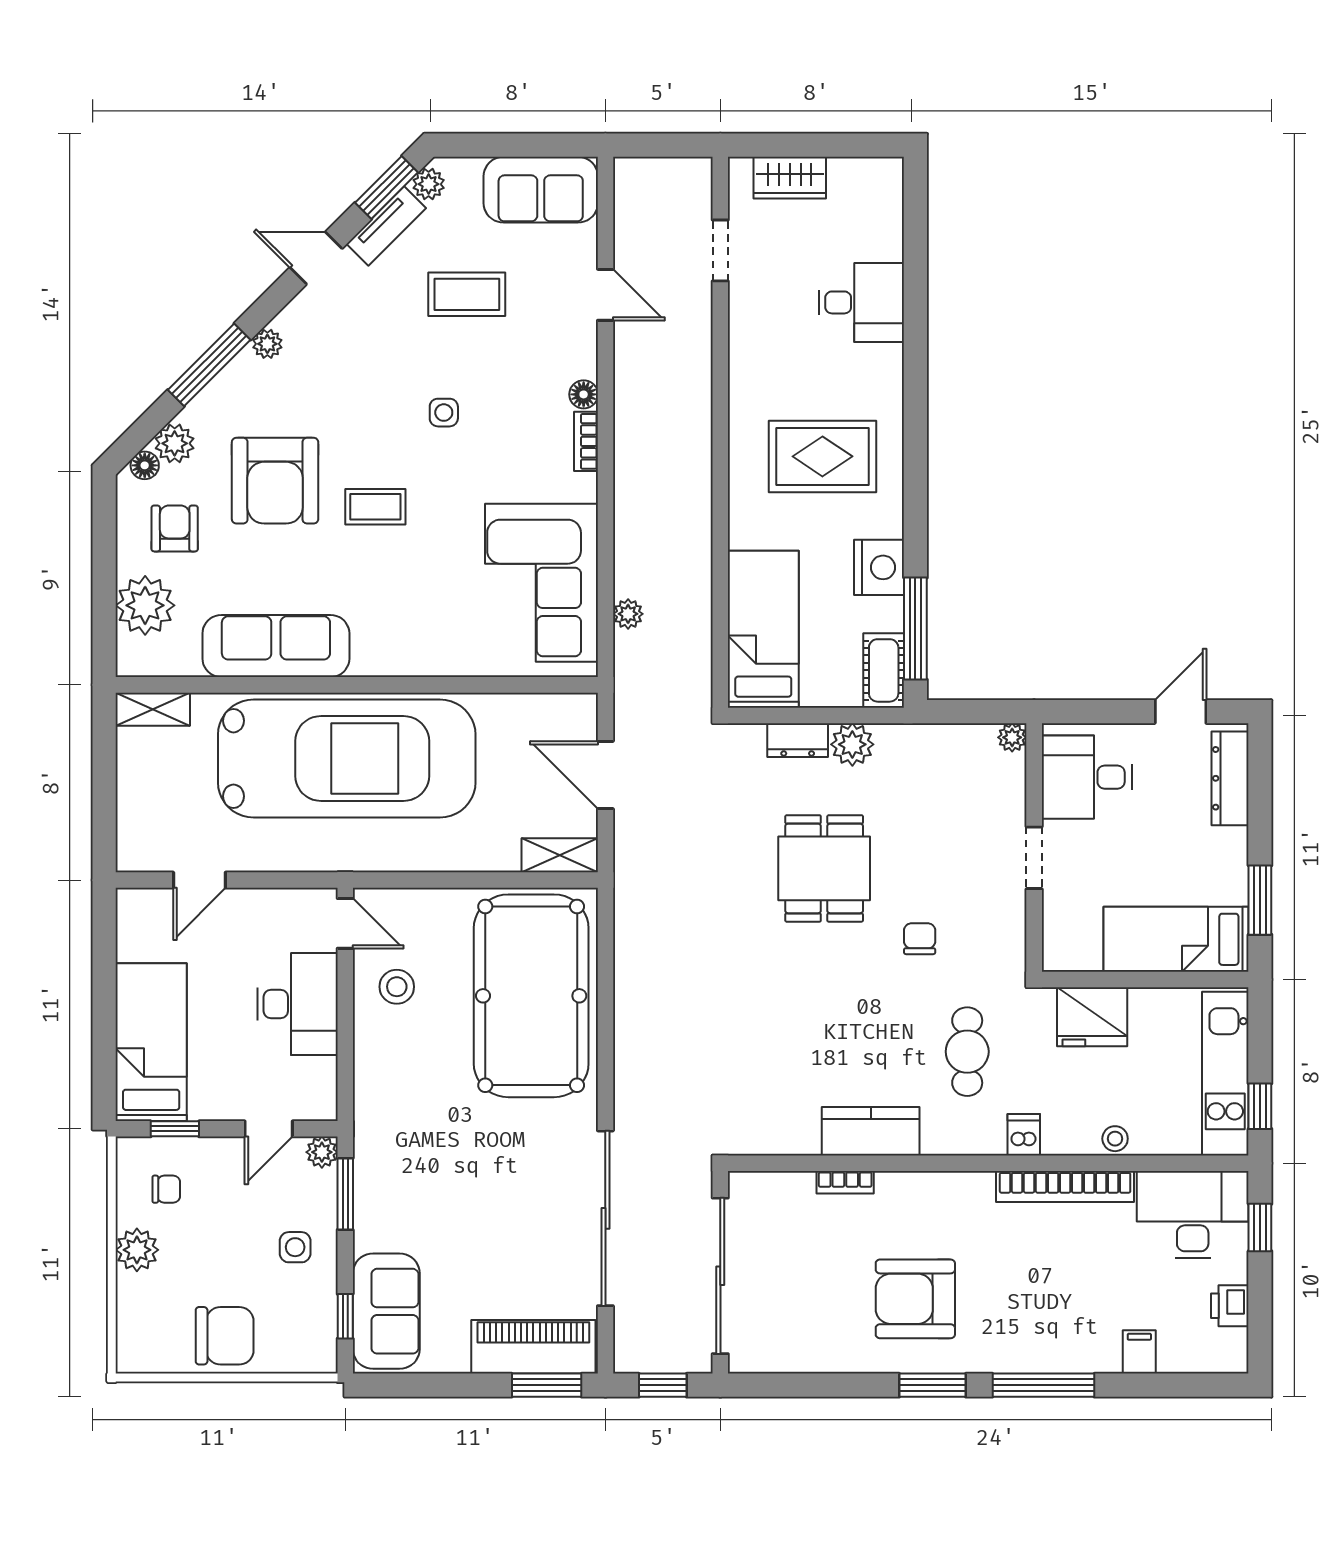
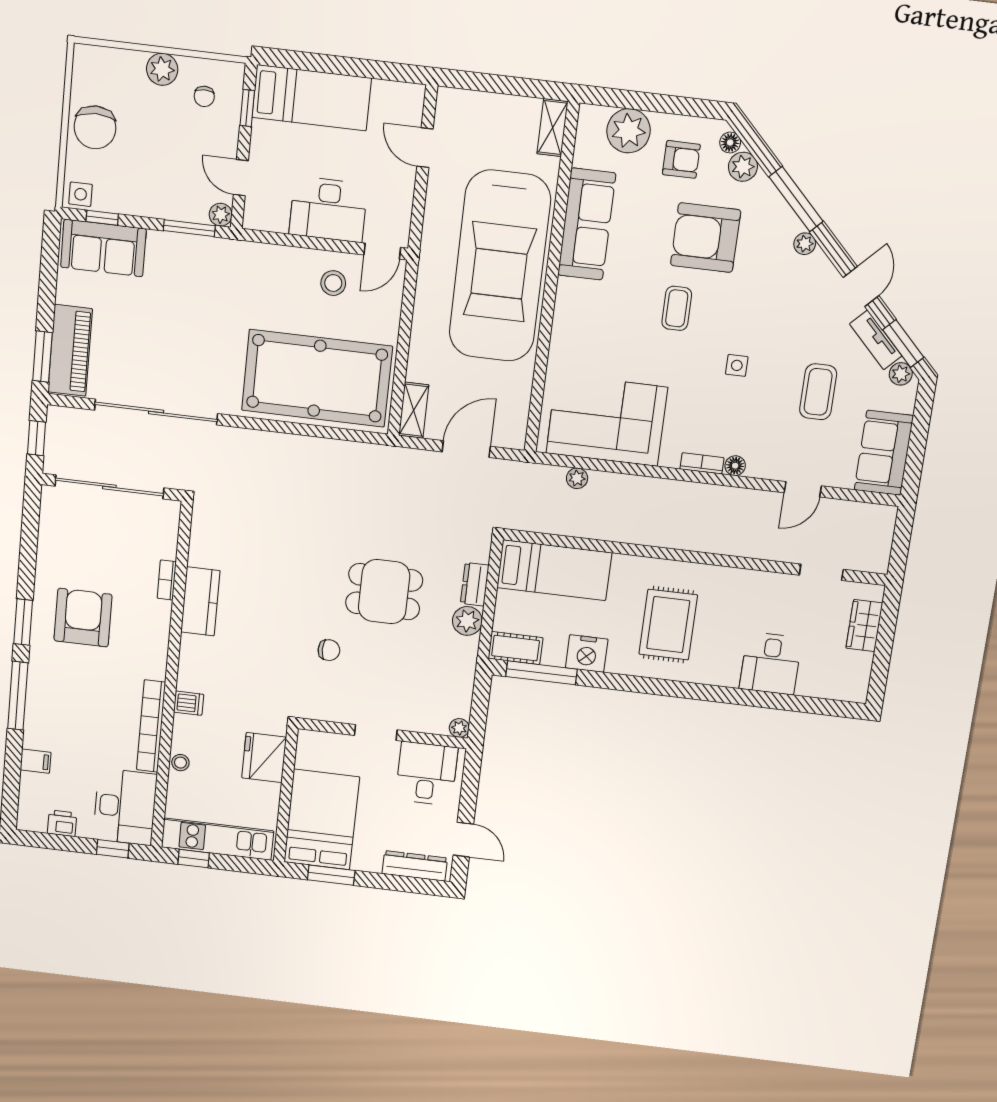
bed: (1176, 939) -> (322, 820), width x1.50
cafe table: (967, 1052) -> (249, 673), removed
side table: (295, 1247) -> (81, 194), moved

